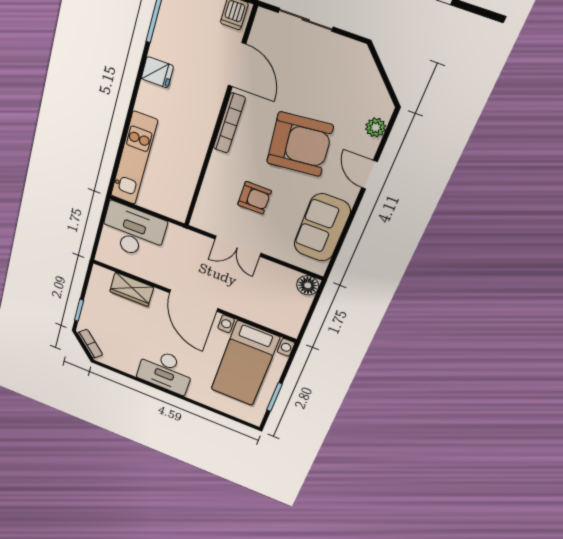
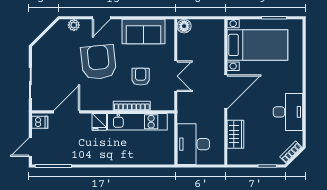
fridge: (157, 72) -> (99, 122), moved, turned 180
bookcase: (229, 123) -> (132, 106), moved
kitchen unit: (134, 159) -> (137, 122), moved, turned 180
desk: (165, 371) -> (288, 112), moved

